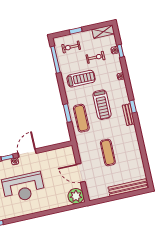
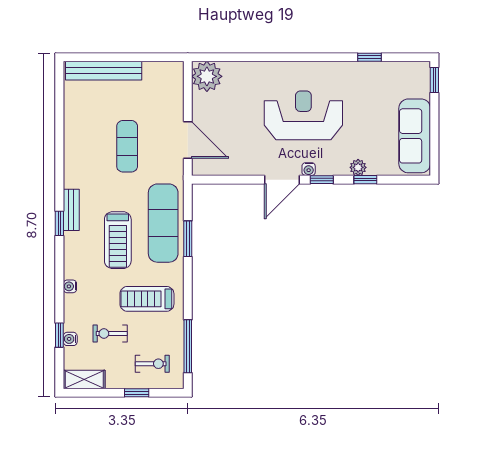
treadmill: (102, 105) -> (118, 240), turned 180
exercise mat: (81, 118) -> (163, 223), width x1.36, depth x1.45
door: (81, 173) -> (188, 140), moved

